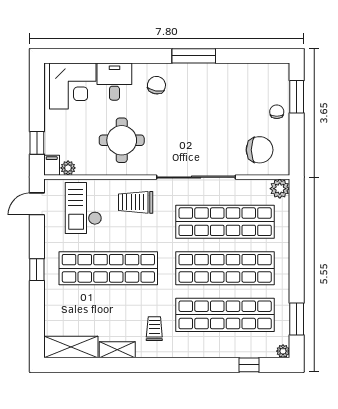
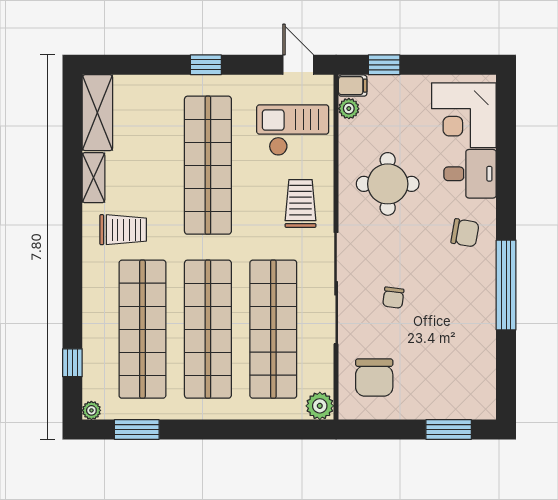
window: (194, 56) -> (506, 285), width x1.46
chair: (277, 112) -> (393, 298), moved, turned 97
trolley: (154, 329) -> (123, 230), width x1.36, depth x1.39

